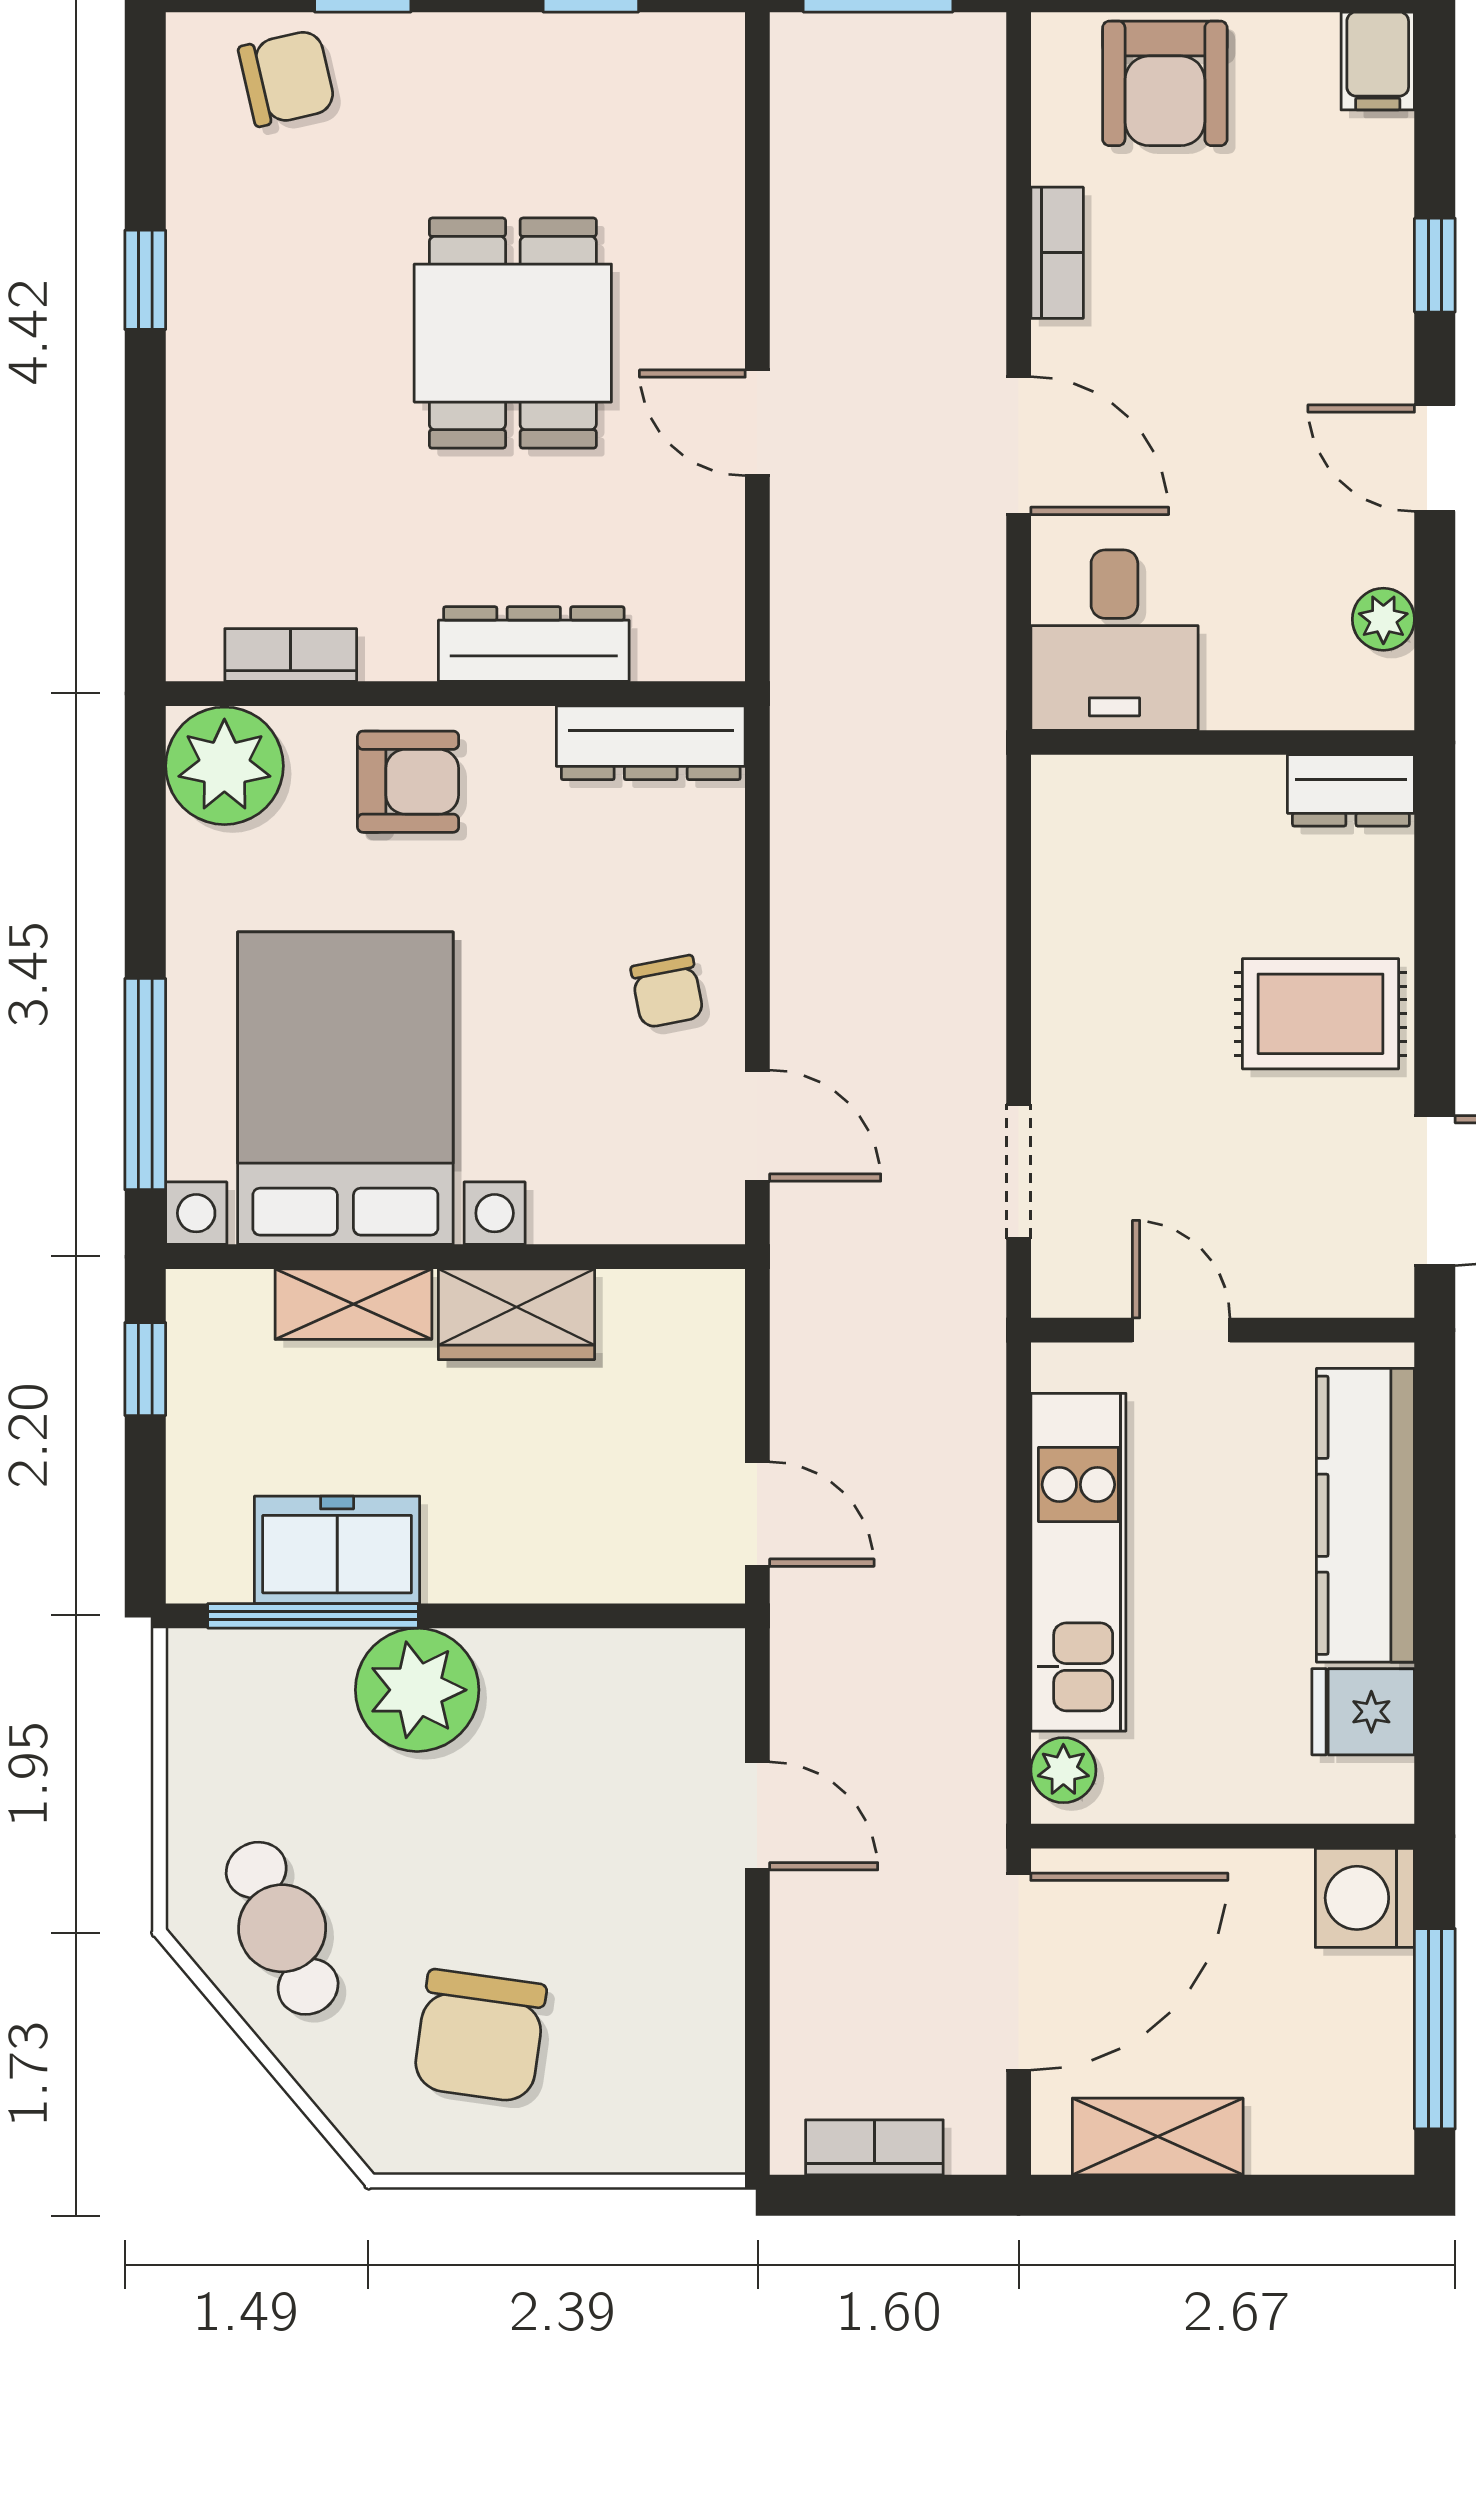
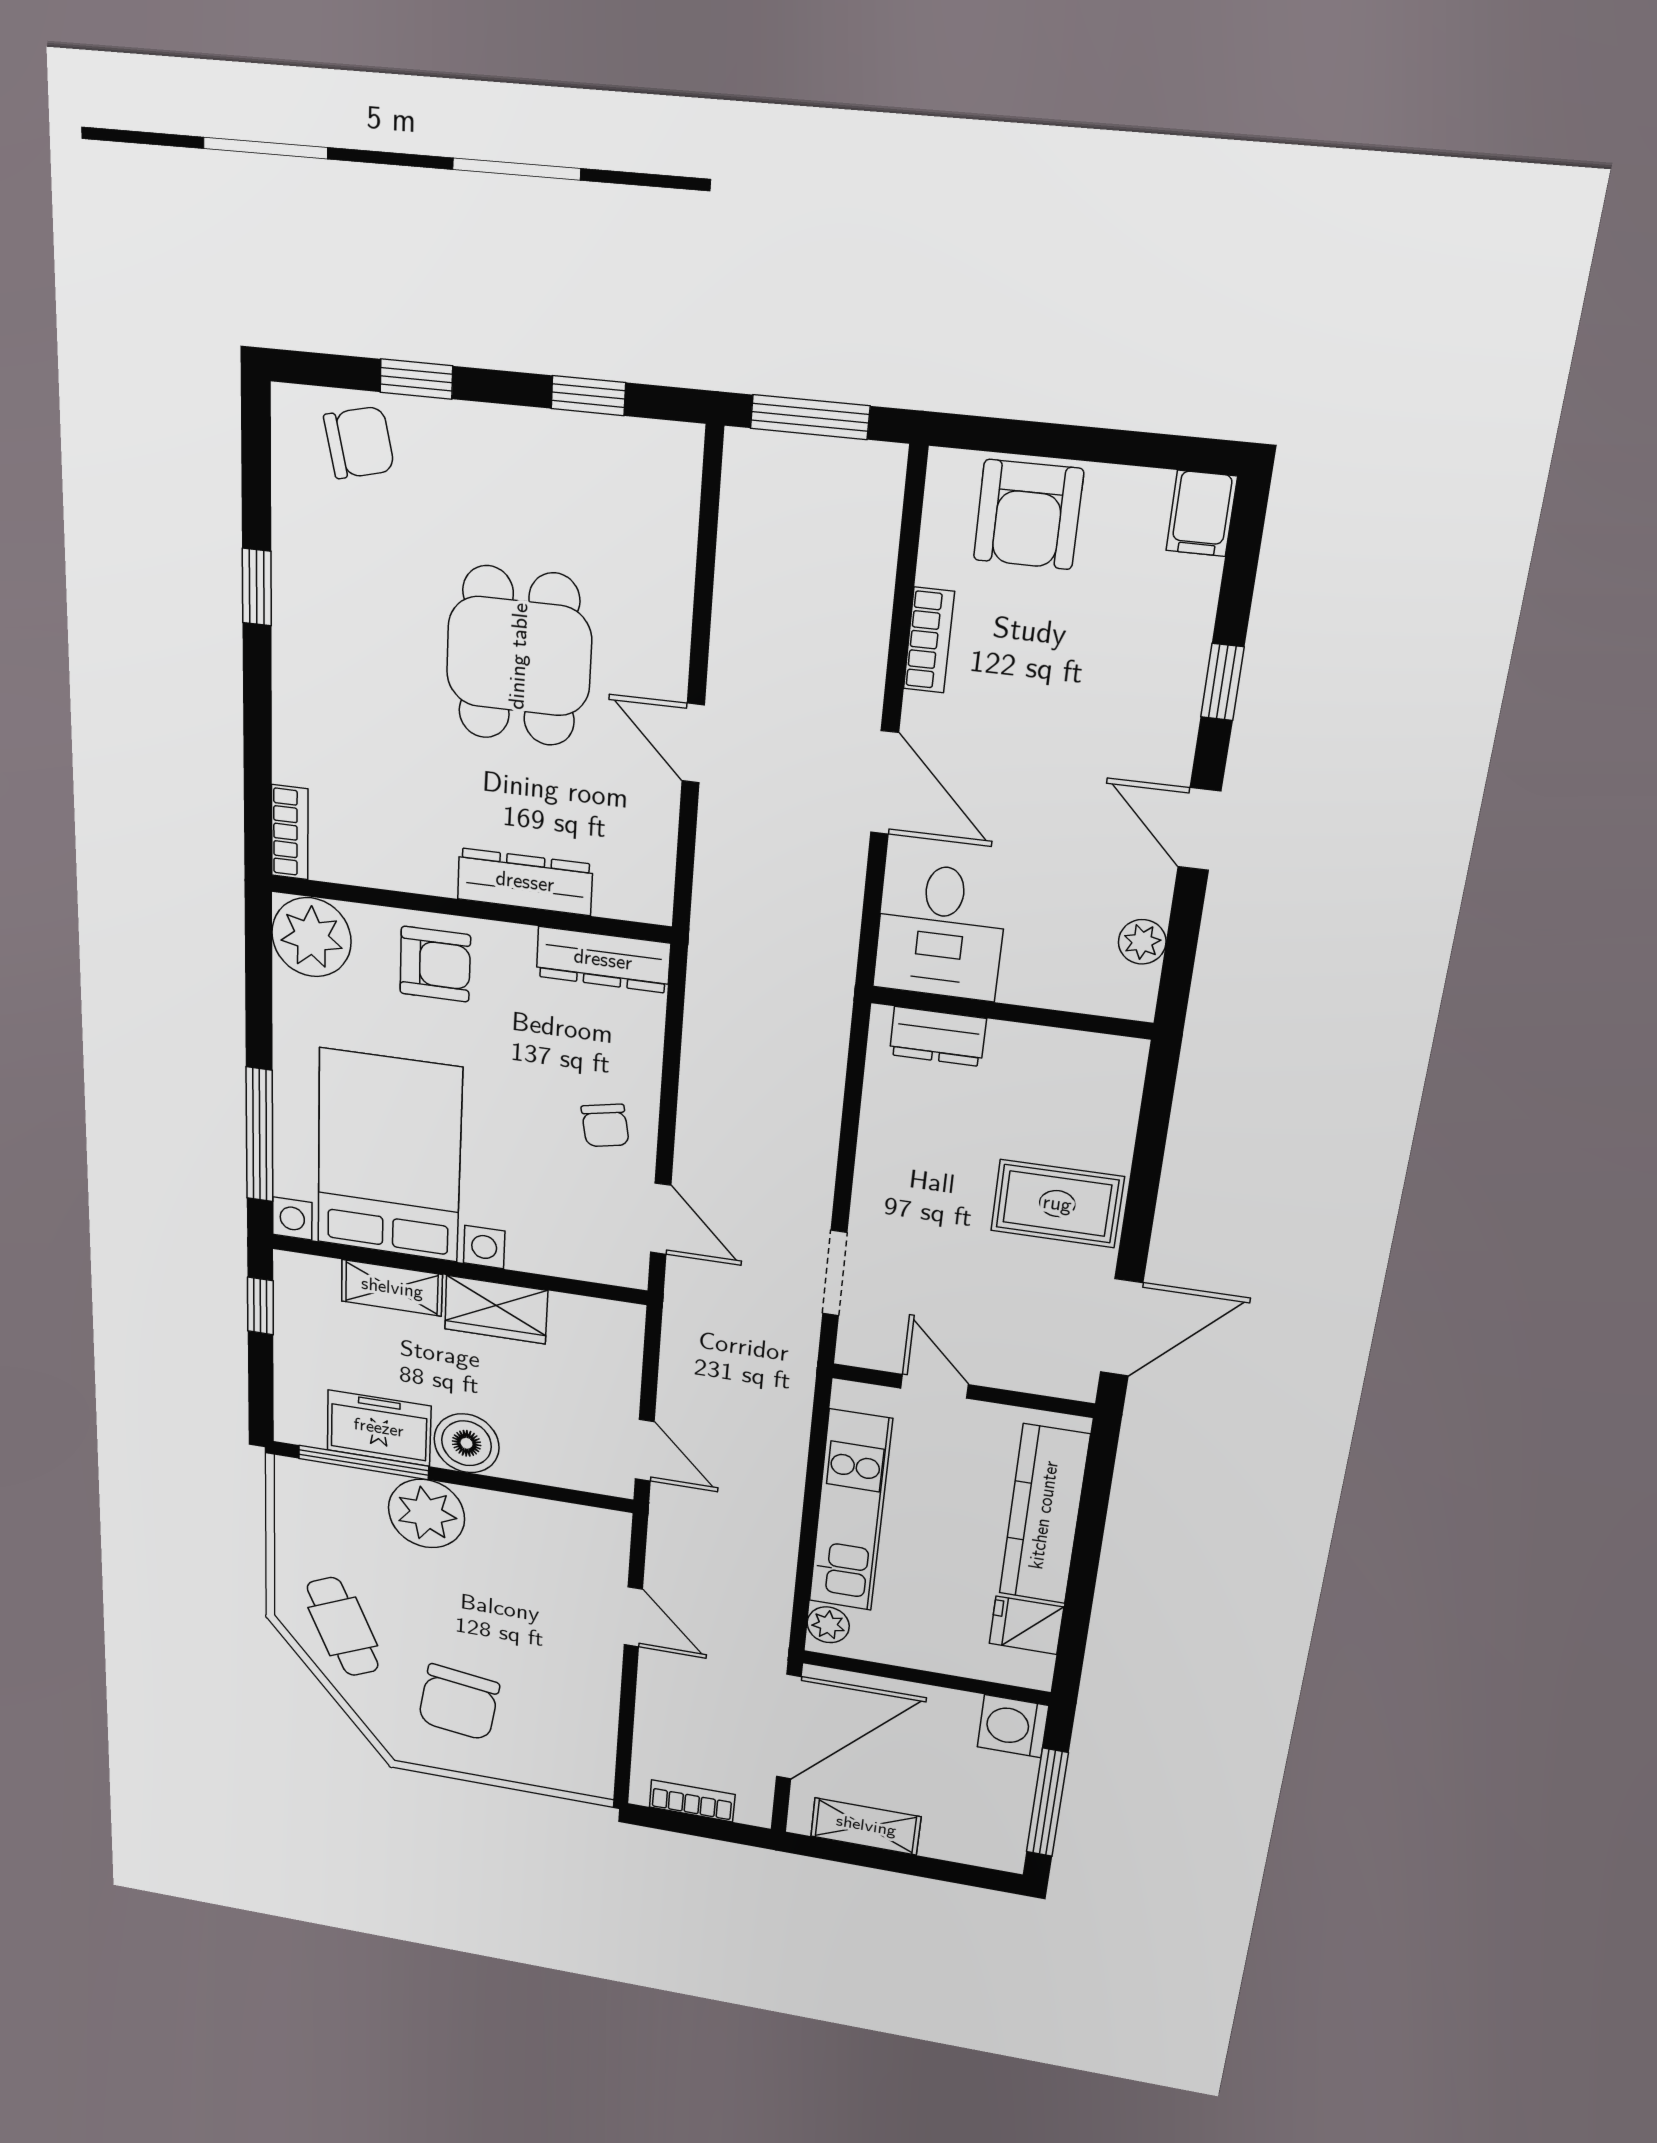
bookcase: (291, 655) -> (290, 832), moved, turned 90
dresser: (1351, 790) -> (938, 1037), moved
boiler: (478, 1552) -> (467, 1443), added

